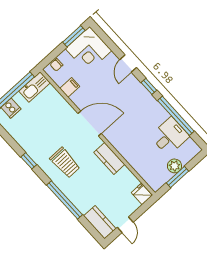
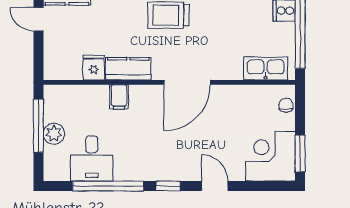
kitchen sink: (34, 87) -> (266, 68), moved, turned 90
filing cabinet: (70, 87) -> (119, 97), moved
window: (177, 177) -> (38, 126), width x1.44
fridge: (142, 194) -> (94, 68), moved, turned -90

